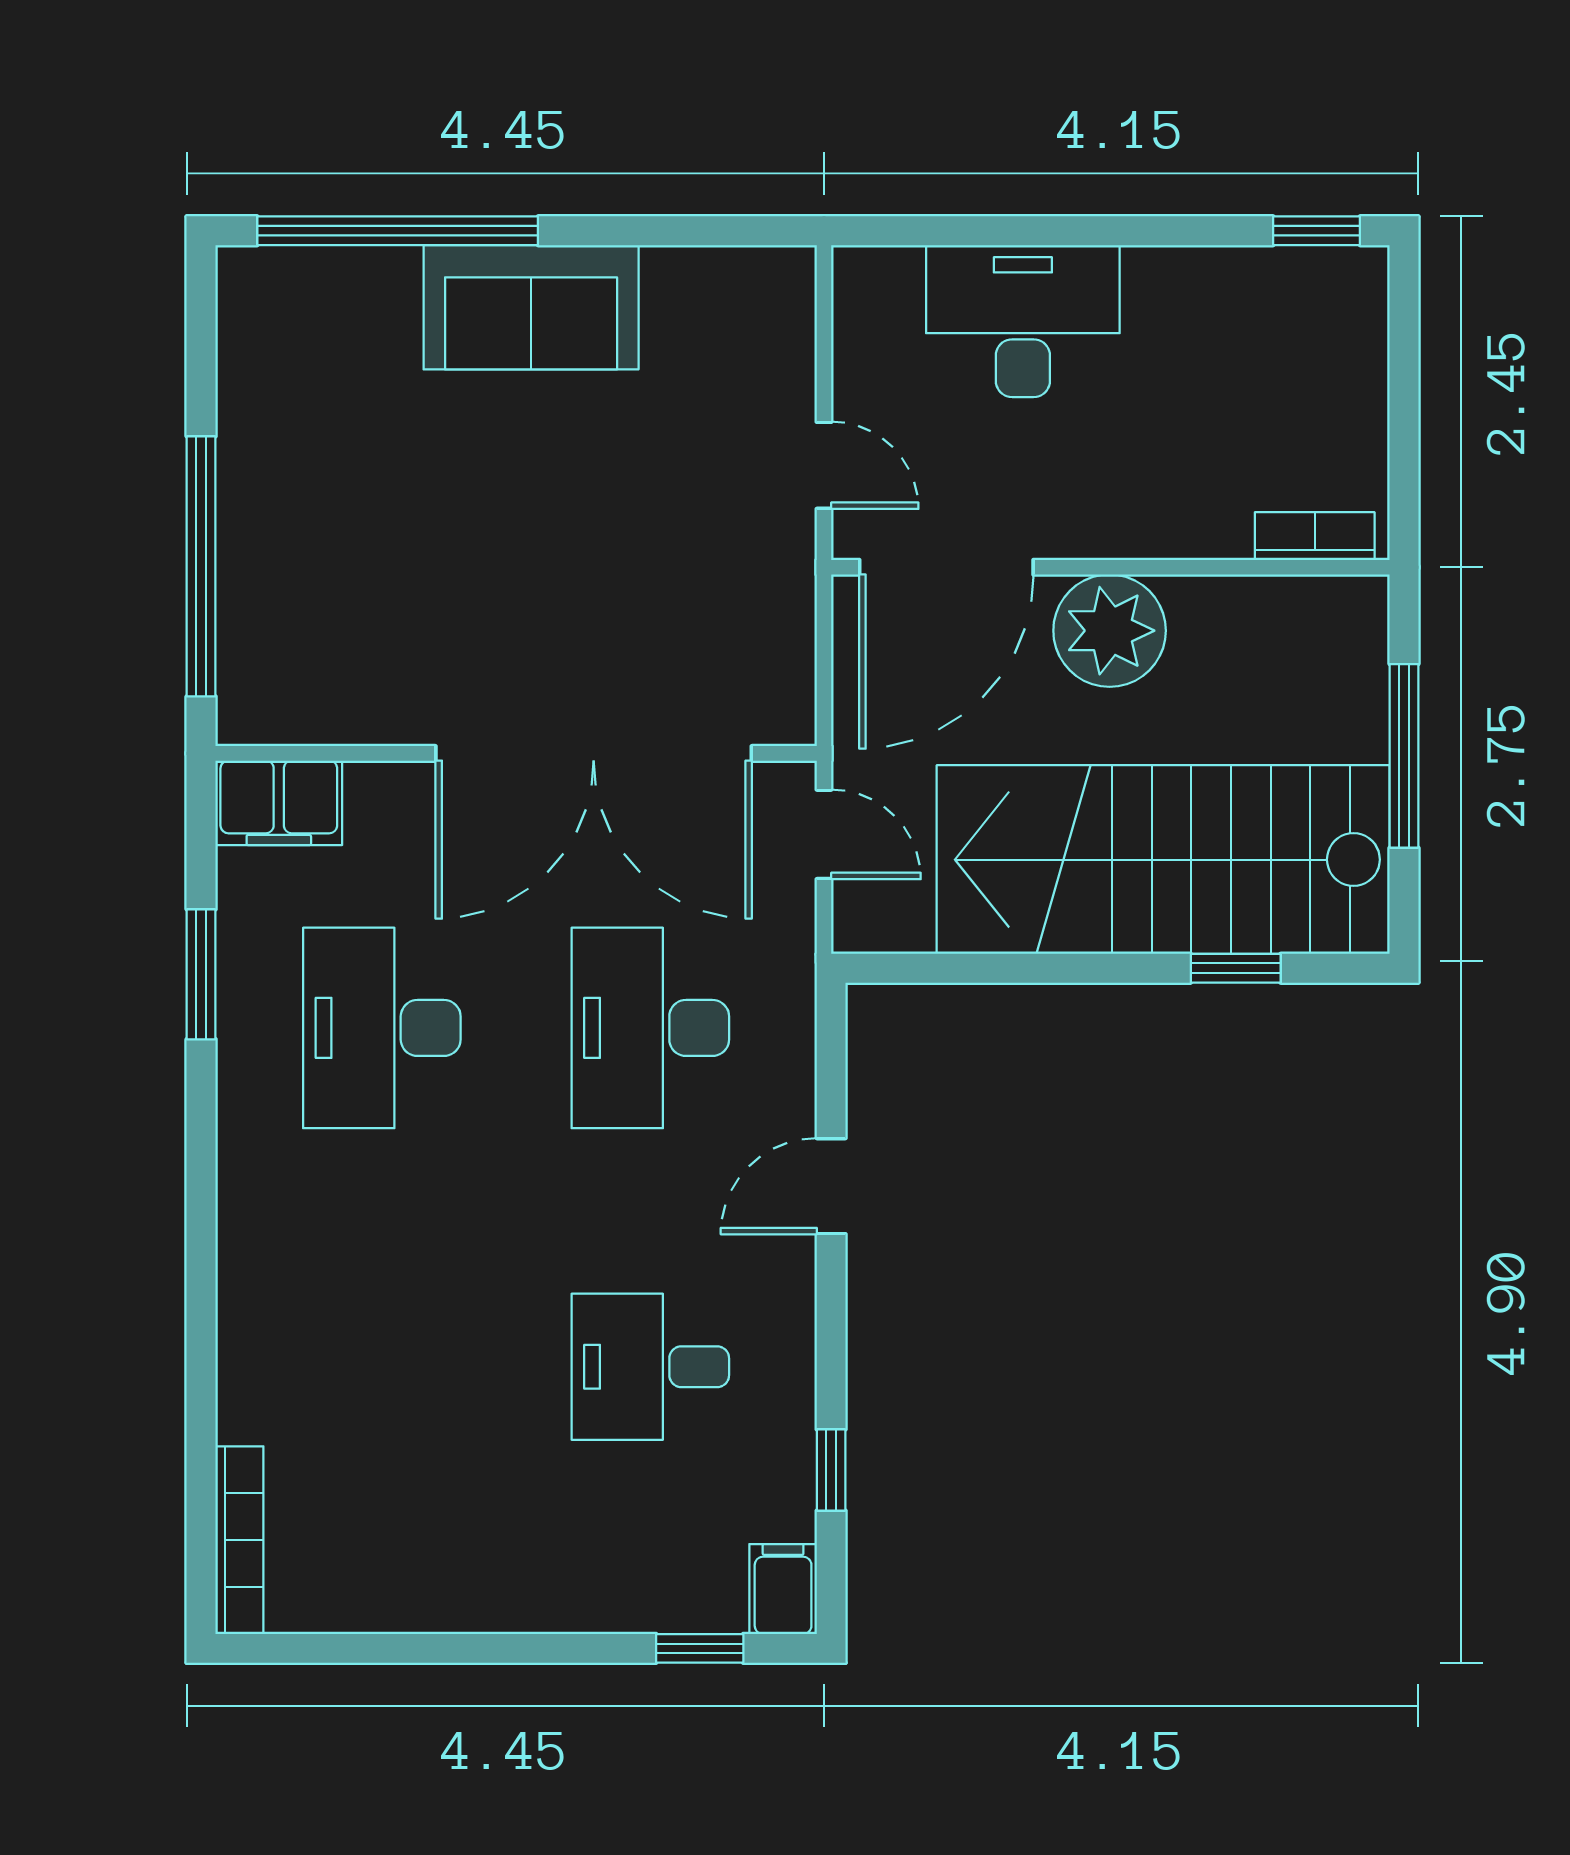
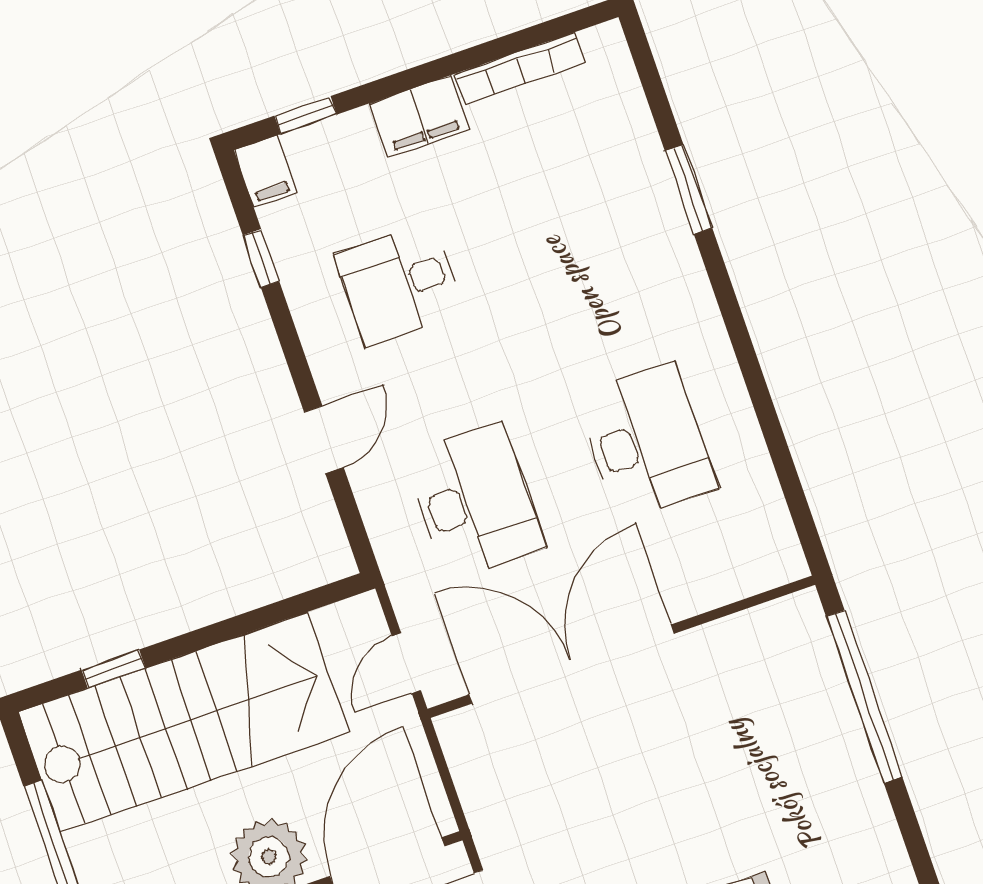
filing cabinet: (279, 803) -> (420, 116), moved, turned 180
door: (824, 834) -> (406, 663), hinge flipped
window: (201, 974) -> (689, 189), moved
desk: (650, 1367) -> (400, 284), turned 180
bookcase: (239, 1540) -> (520, 68), moved, turned -90

